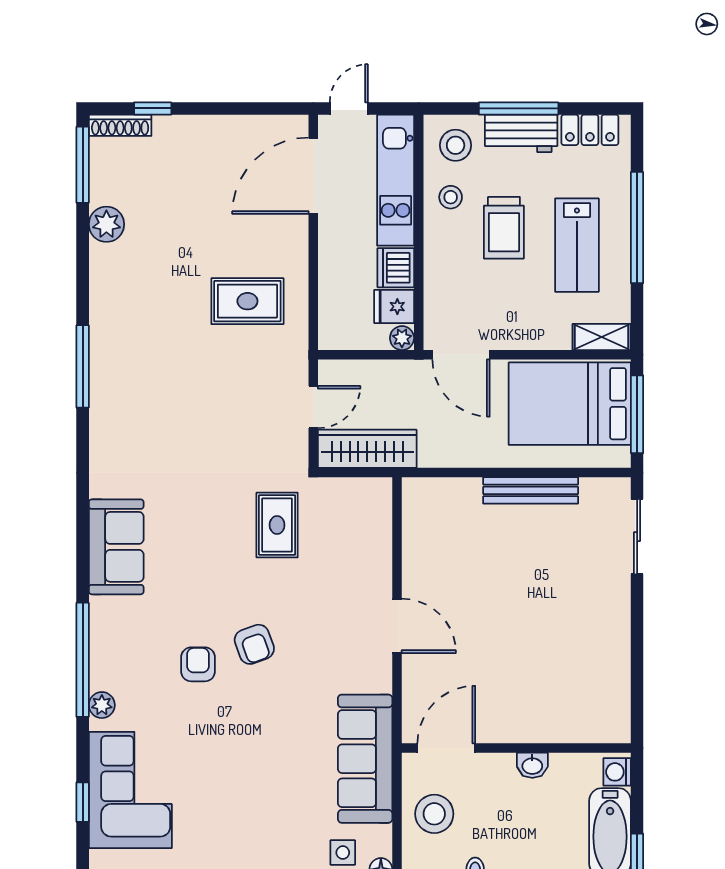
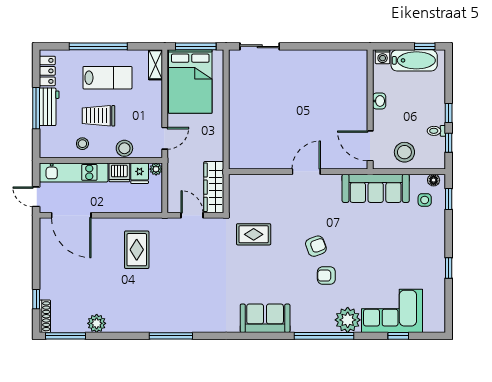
stool: (456, 145) -> (124, 148), moved
trolley: (504, 228) -> (98, 116), turned 180
door: (461, 355) -> (165, 138), width x0.73
bench: (531, 490) -> (236, 102), removed
plant: (102, 705) -> (348, 320), width x1.88, depth x1.88

